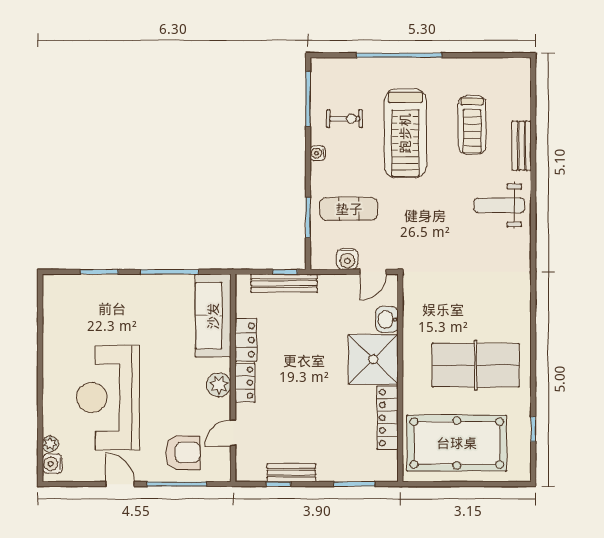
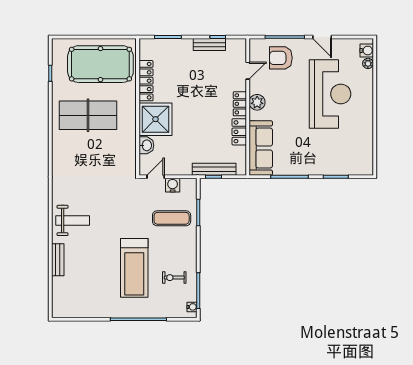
treadmill: (472, 125) -> (90, 273), removed
treadmill: (405, 133) -> (134, 268), turned 180
water cooler: (318, 153) -> (192, 307), moved

